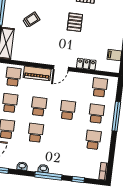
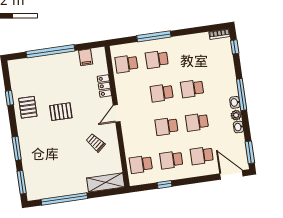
trolley: (31, 20) -> (96, 143), moved
door: (61, 68) -> (117, 113), swing flipped
piano: (37, 73) -> (130, 138), removed
school desk: (93, 140) -> (192, 89), moved
plant: (32, 167) -> (236, 115), added
window: (78, 180) -> (235, 47), moved

